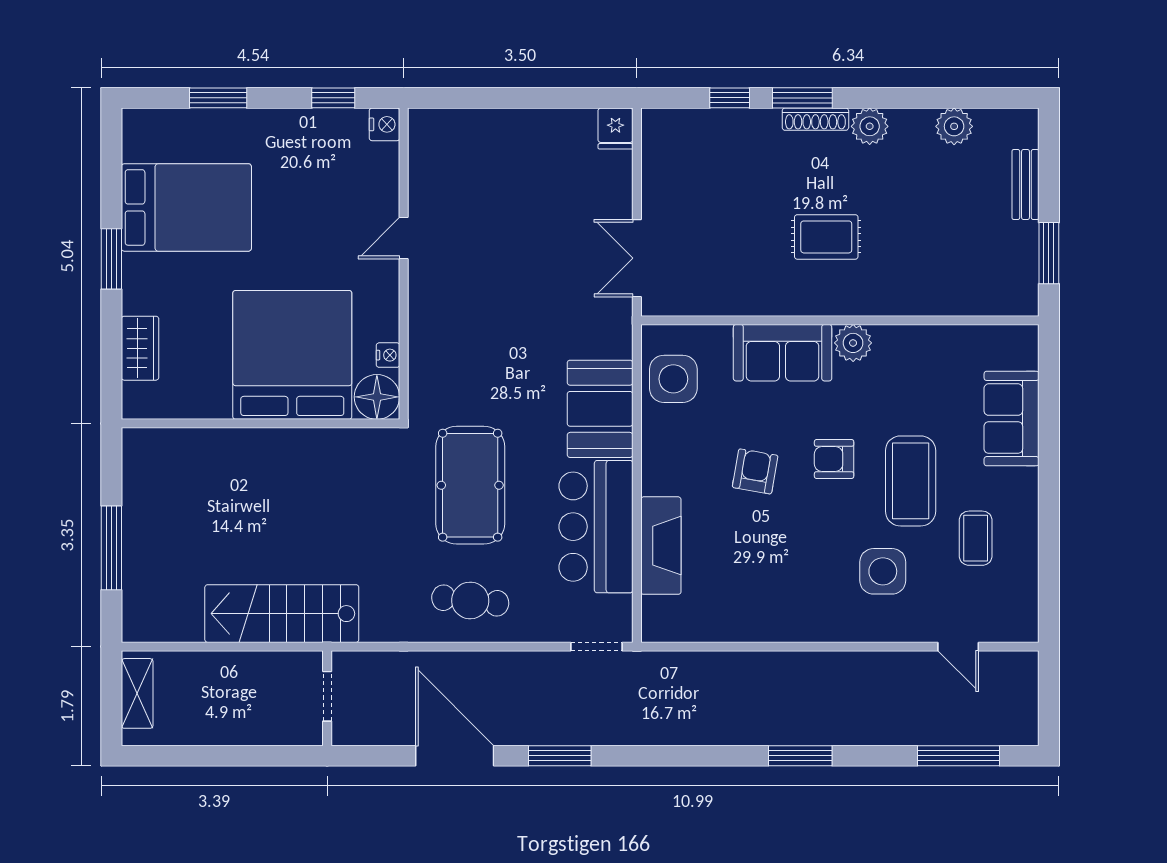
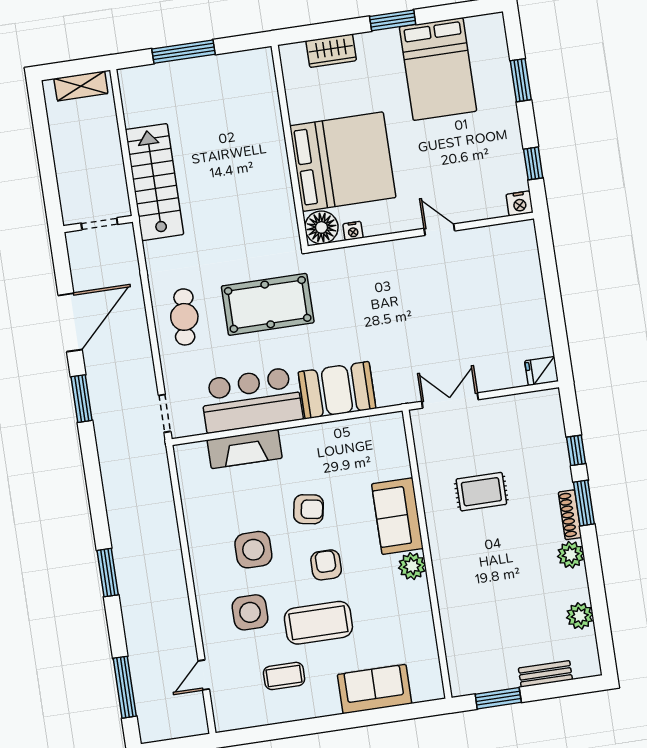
rug: (826, 237) -> (481, 492), moved, turned 90
side table: (673, 379) -> (253, 550), moved

